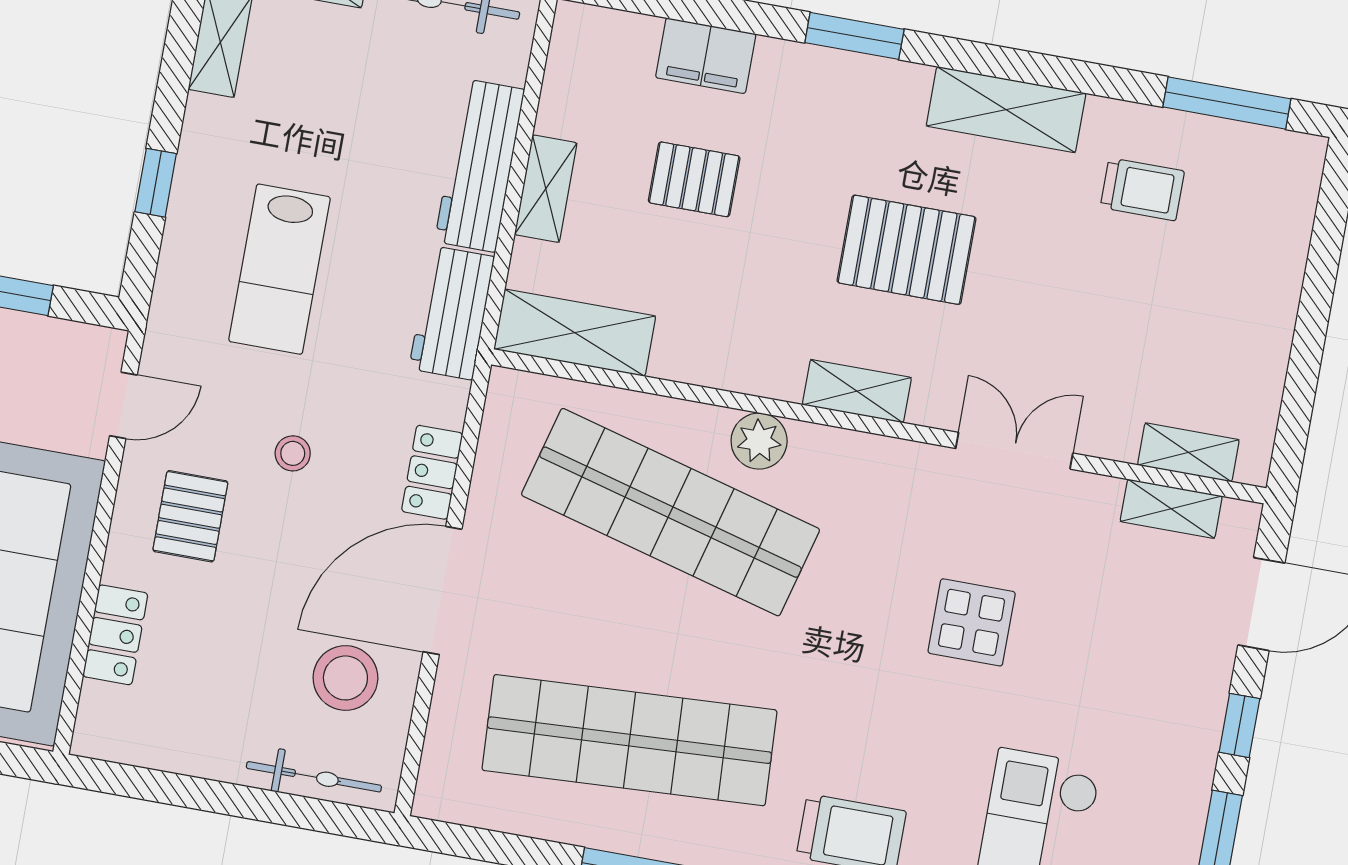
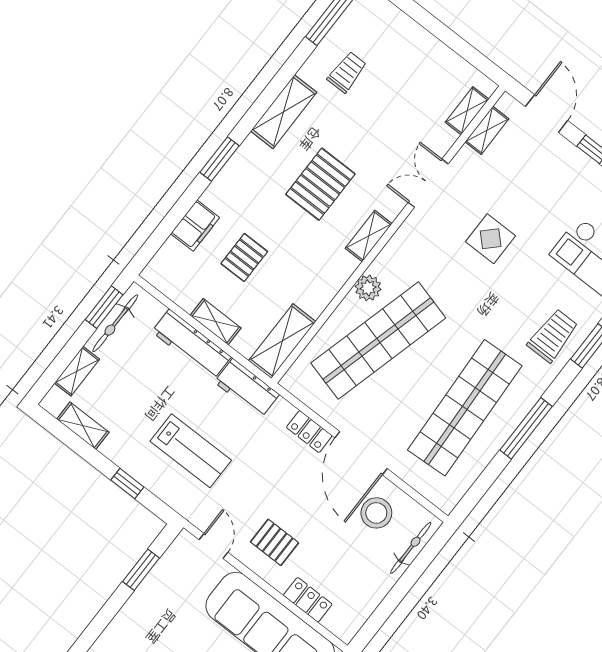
stool: (293, 453) -> (271, 486), removed

